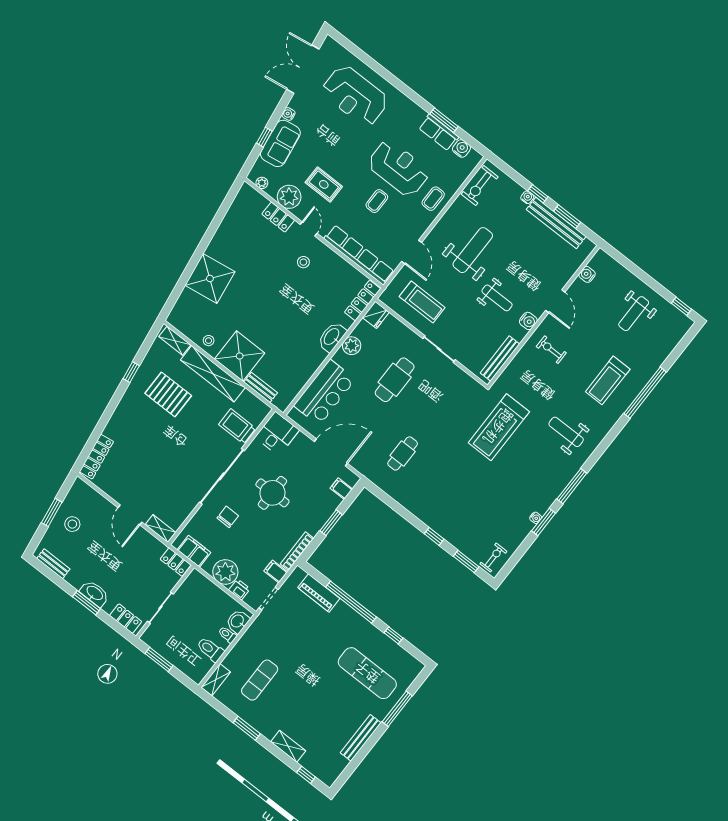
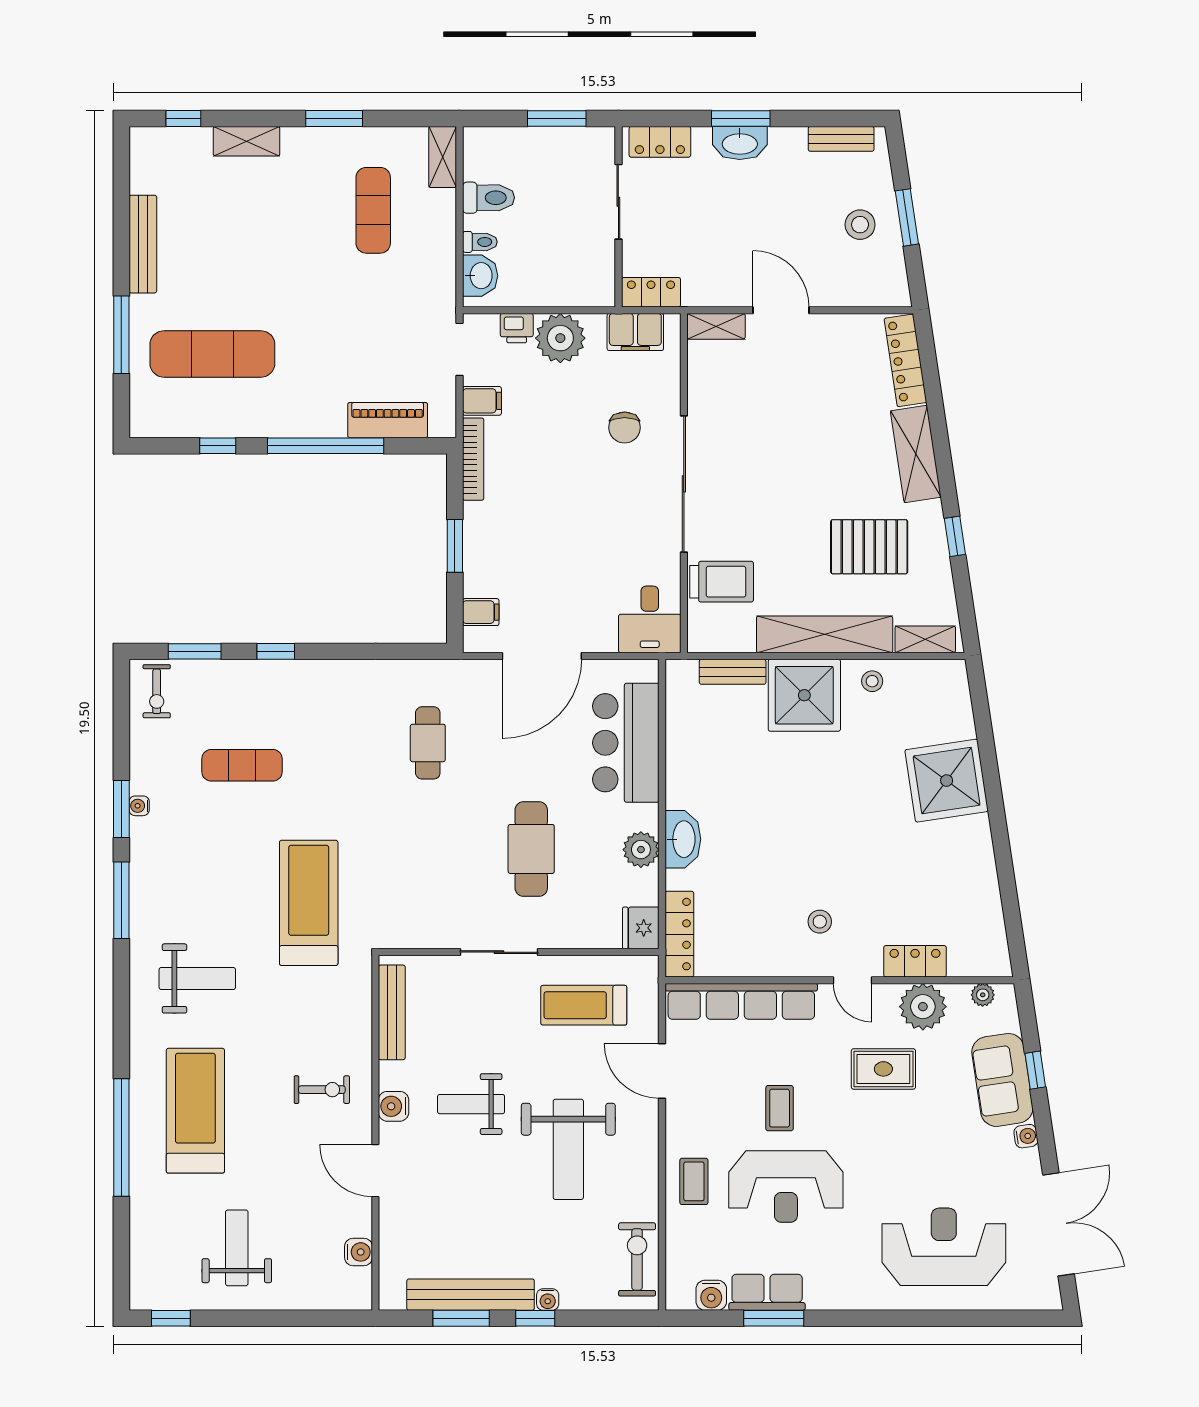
treadmill: (608, 380) -> (195, 1111), width x1.37, depth x1.38
shelving: (121, 417) -> (916, 454), added
round table: (272, 493) -> (584, 521), removed
exercise mat: (483, 502) -> (242, 765), added

